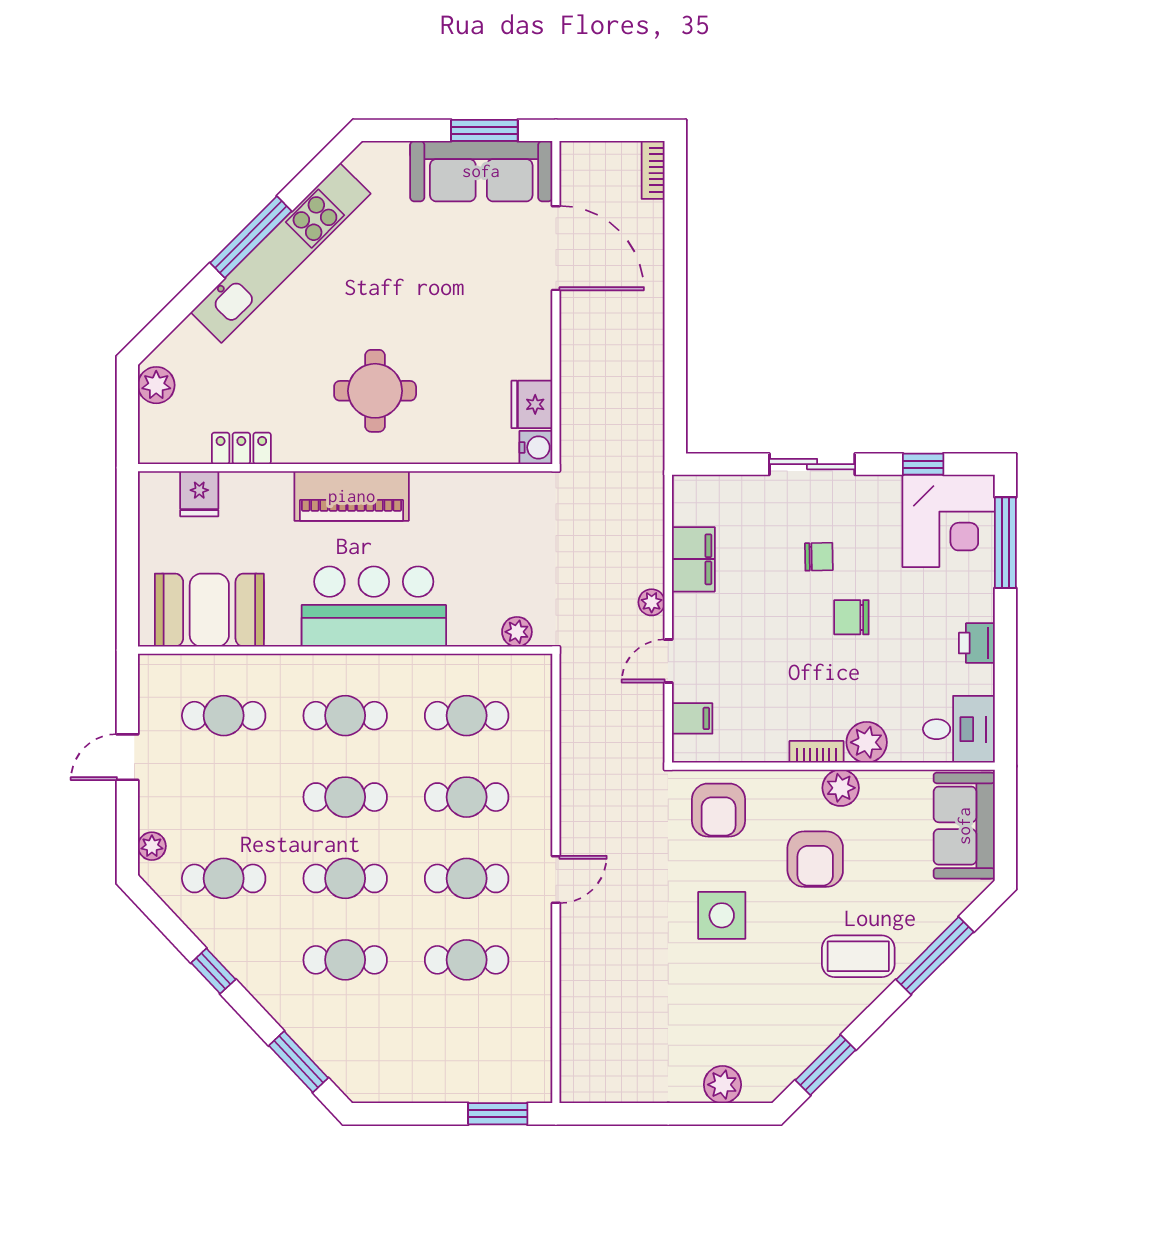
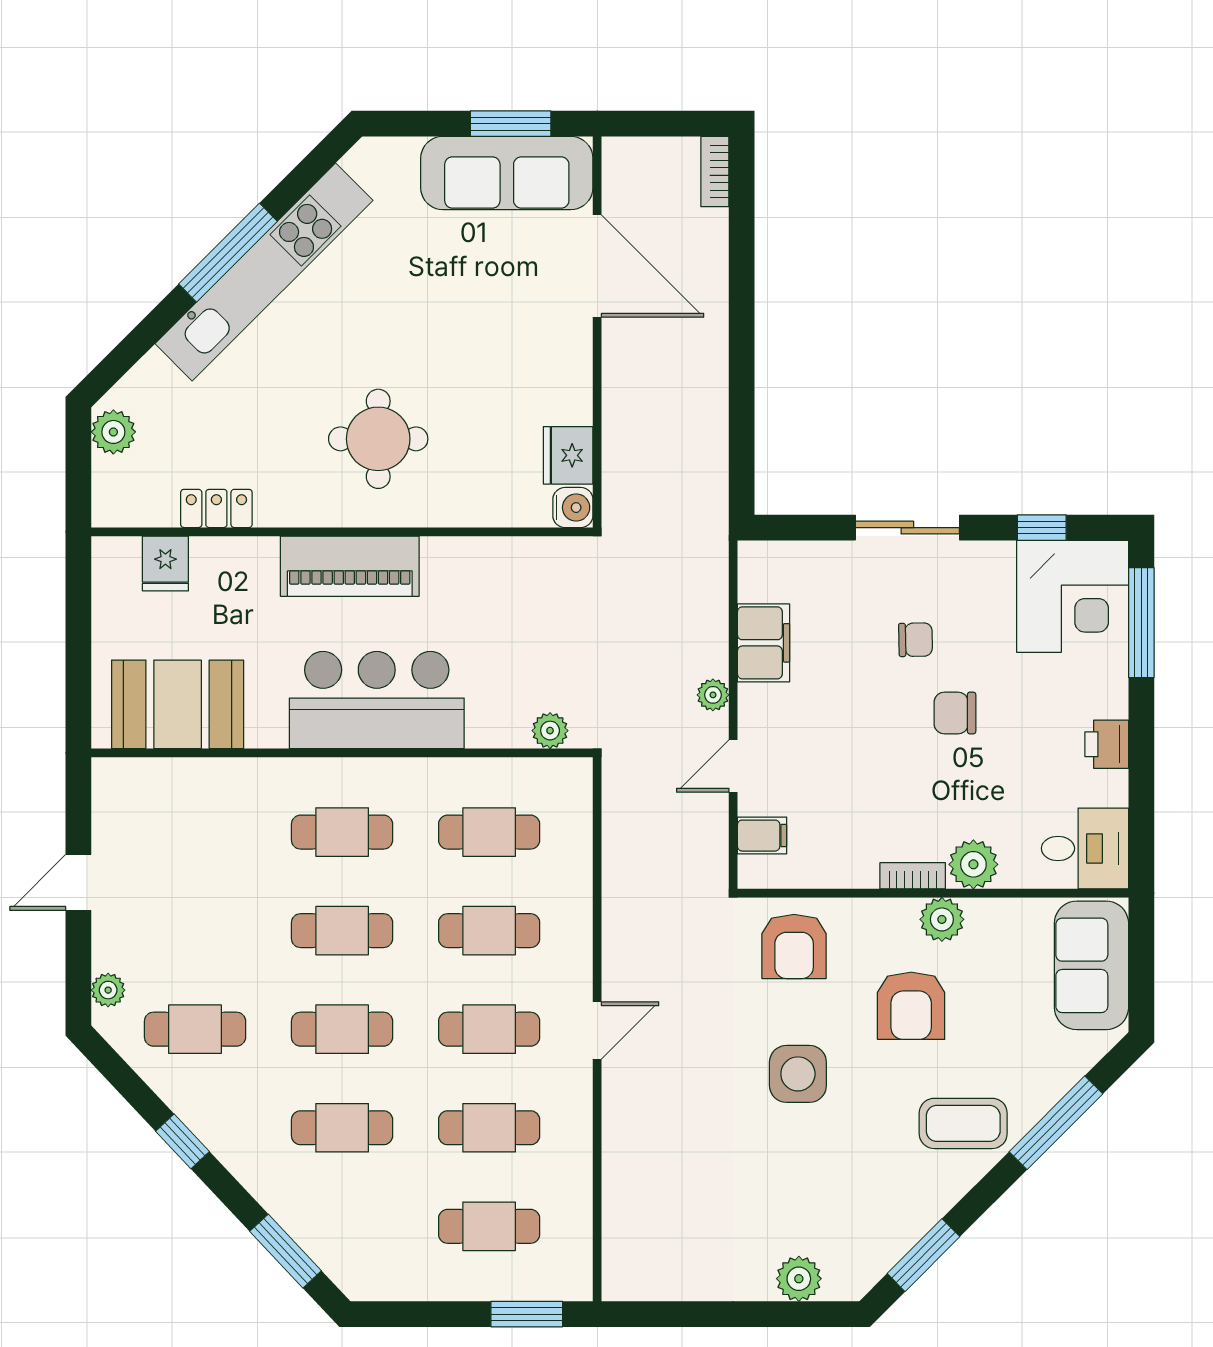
cafe table: (224, 716) -> (489, 1226), moved

